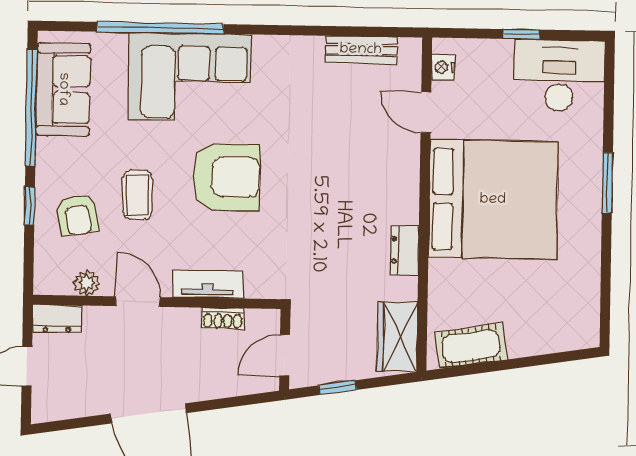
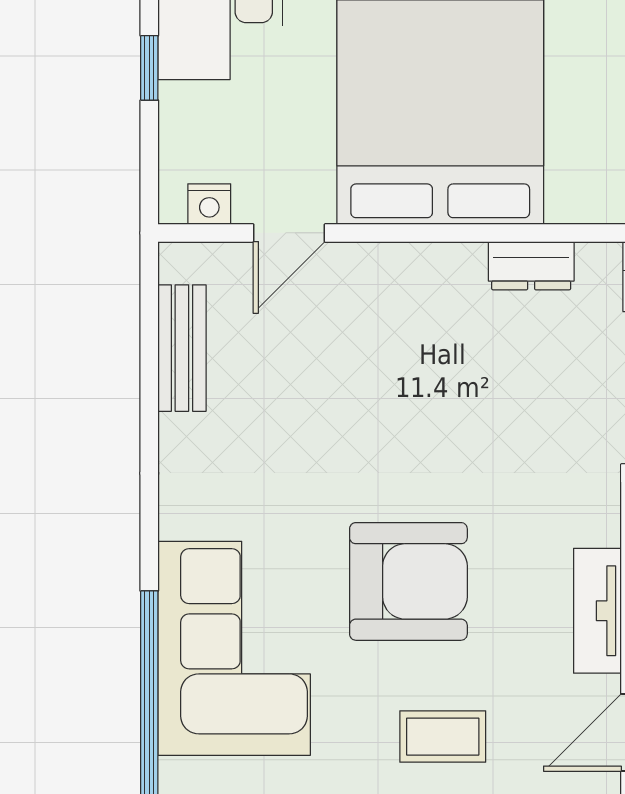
armchair: (226, 177) -> (408, 581), turned 90

